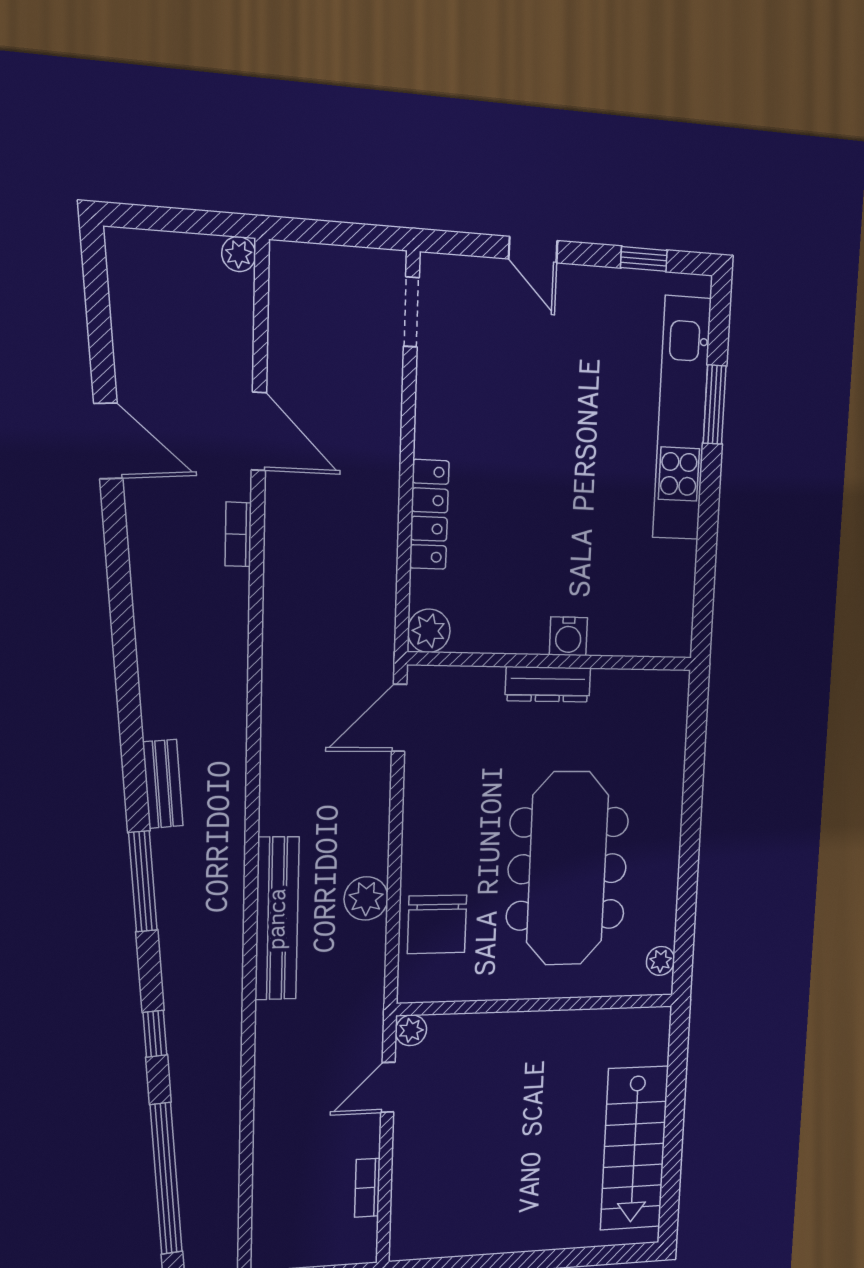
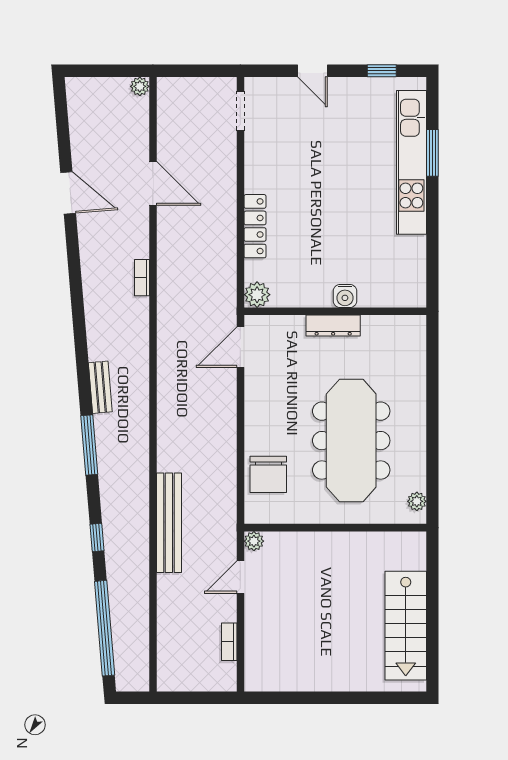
bookcase: (238, 534) -> (142, 278), moved
plant: (366, 898) -> (223, 457), removed
bench: (277, 919) -> (169, 523), moved

